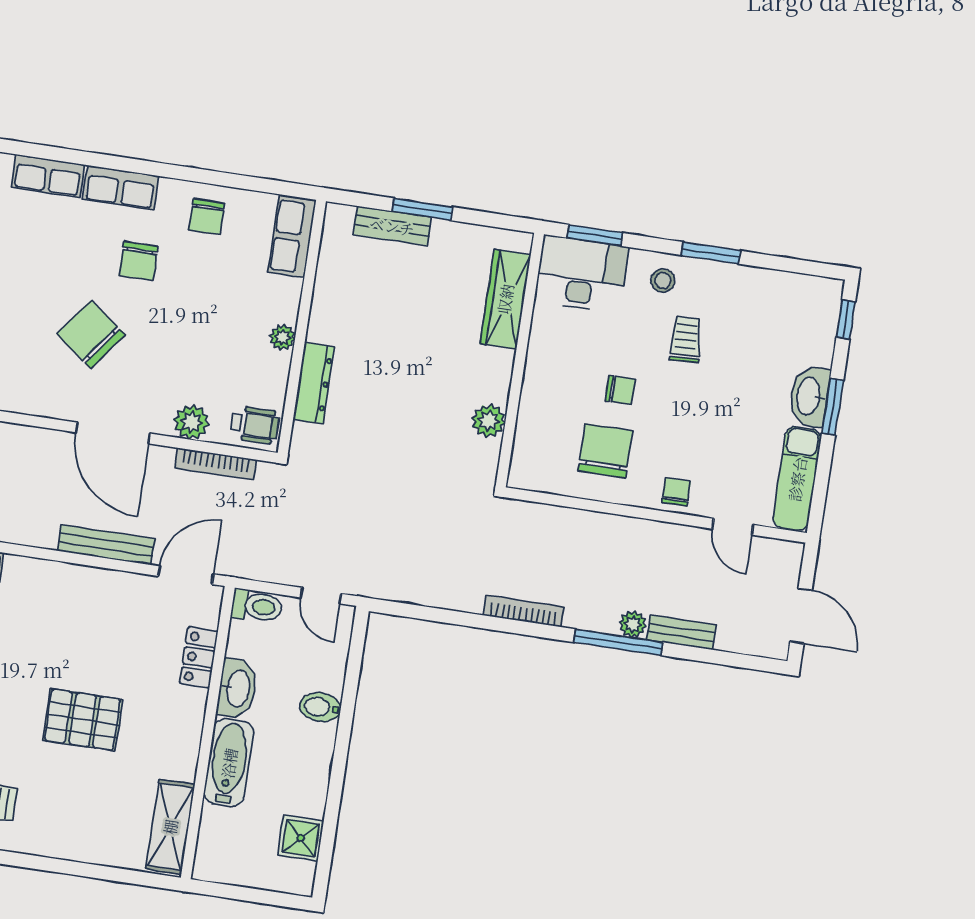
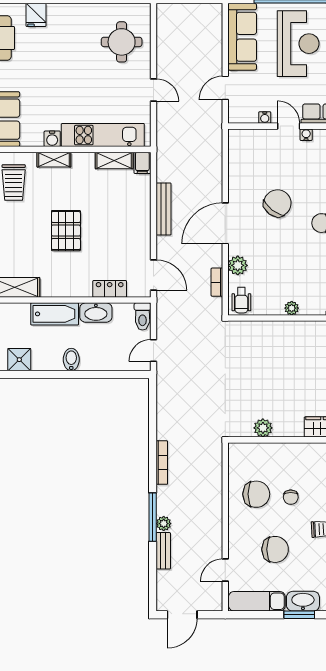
dresser: (314, 383) -> (269, 329), removed
bookcase: (216, 464) -> (217, 282), width x0.64
chair: (676, 492) -> (275, 549), moved, width x1.87, depth x1.87
bench: (106, 545) -> (164, 209), moved
bidet: (320, 707) -> (71, 360), moved

